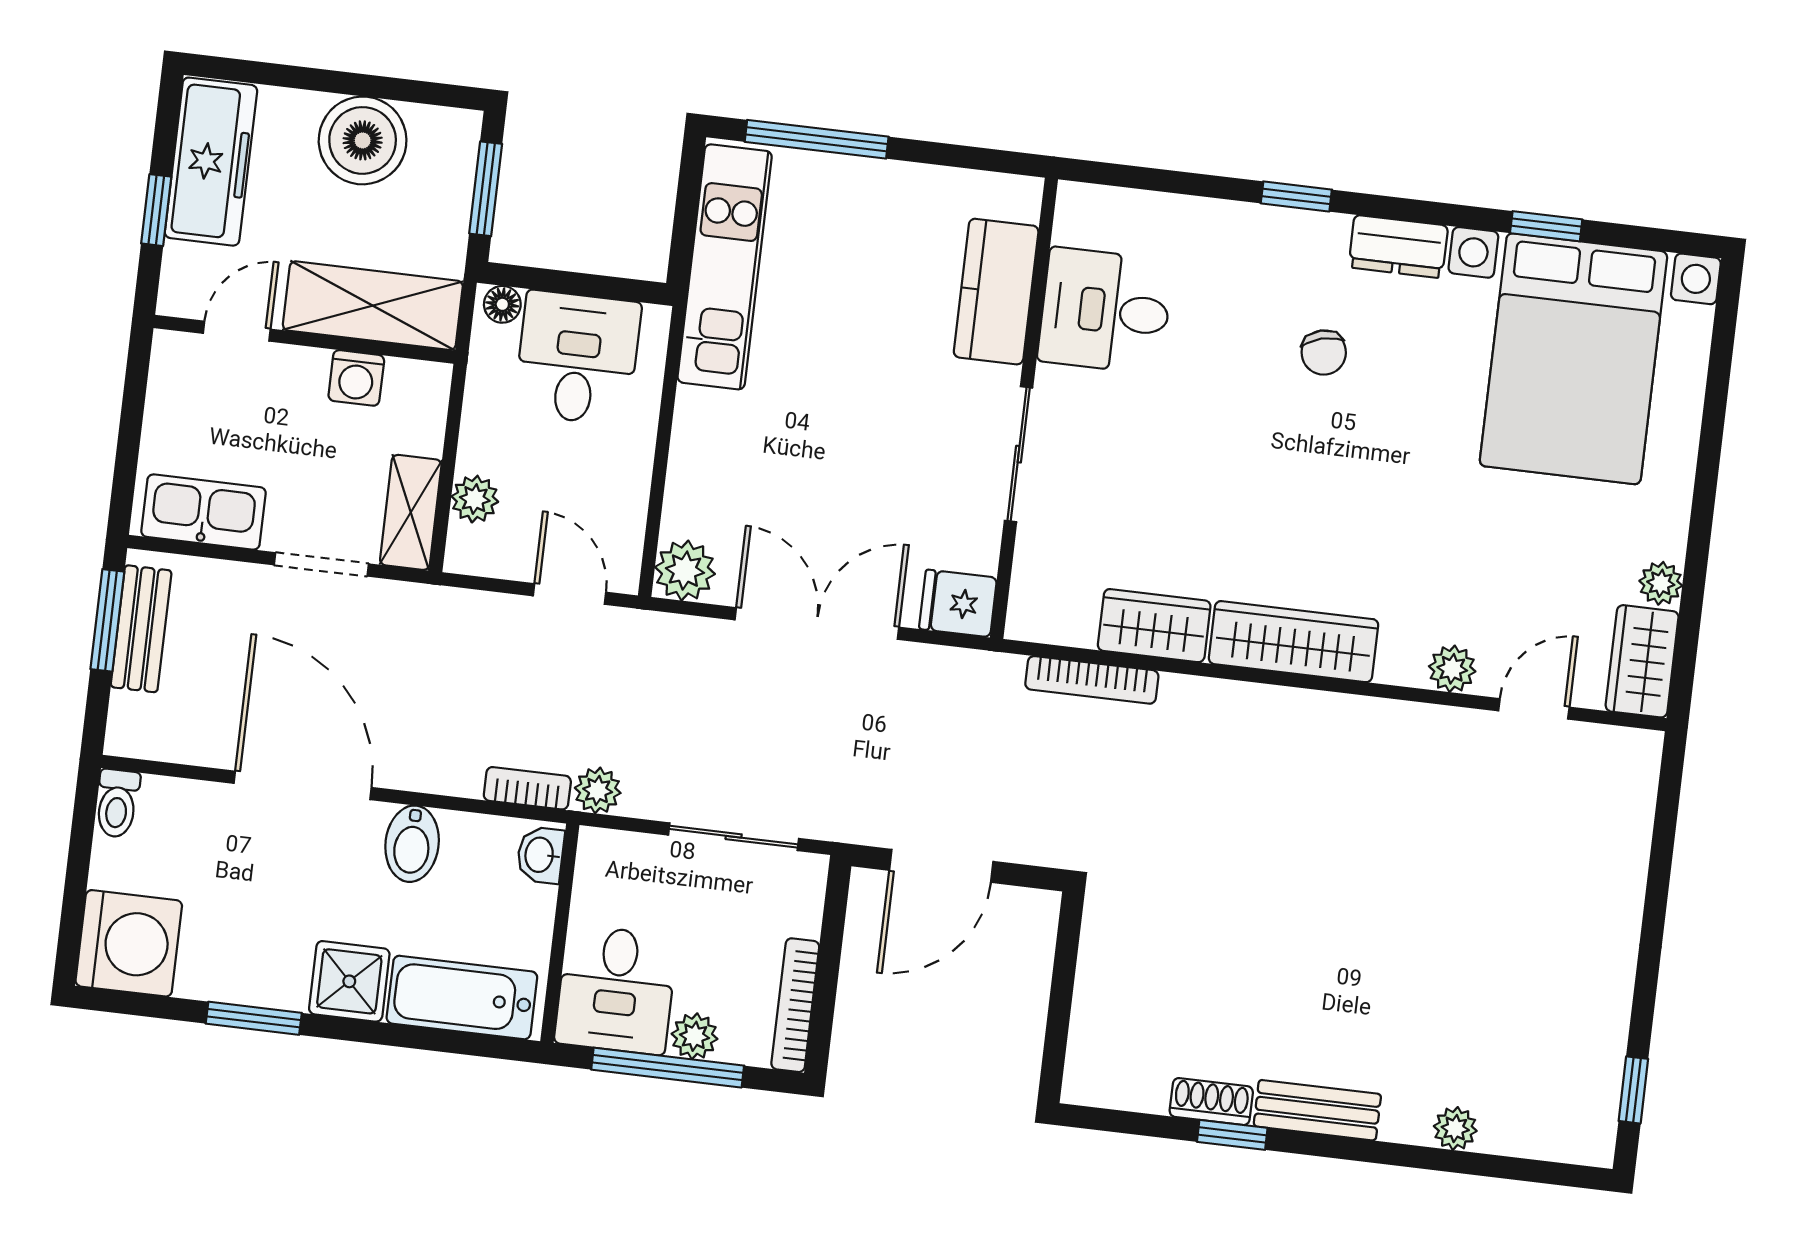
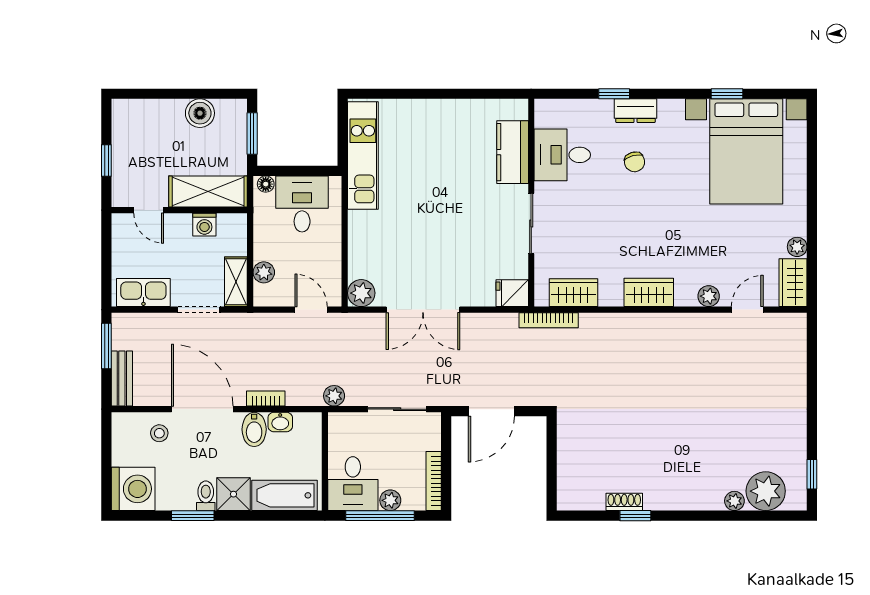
window: (817, 139) -> (397, 94), removed
boiler: (363, 140) -> (200, 113), width x0.73, depth x0.73
freezer: (211, 162) -> (128, 136), removed
dresser: (1398, 247) -> (635, 111), moved
kitchen counter: (996, 292) -> (513, 152), moved
desk: (1105, 311) -> (562, 155), moved
door: (237, 331) -> (149, 210), swing flipped
wall: (1024, 408) -> (531, 203), moved
sliding door: (1019, 454) -> (531, 223), moved
fridge: (958, 603) -> (512, 293), moved
double door: (817, 623) -> (423, 310), swing flipped
bench: (141, 629) -> (122, 379), moved
wardrobe: (1294, 642) -> (649, 292), width x0.67
bookcase: (527, 788) -> (266, 399), moved
toilet: (117, 803) -> (206, 496), moved, turned 180
stool: (201, 827) -> (159, 433), added
washbasin: (540, 855) -> (280, 422), moved, turned -90
bench: (1317, 1110) -> (672, 500), removed
plant: (1527, 1115) -> (766, 491), added

